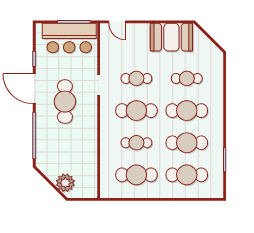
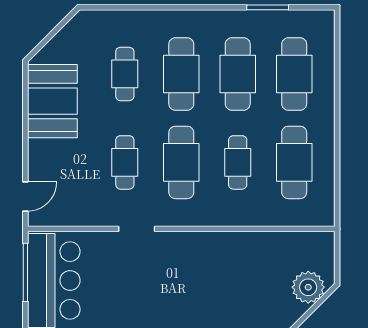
cafe table: (65, 102) -> (165, 288), removed

